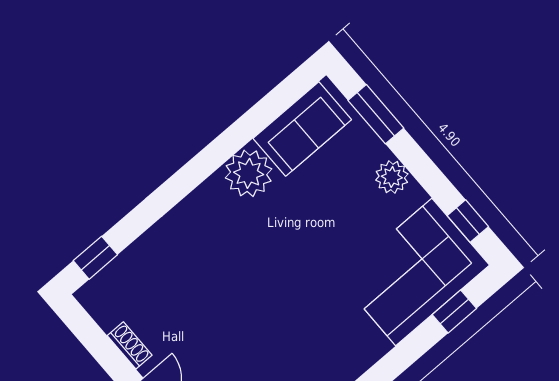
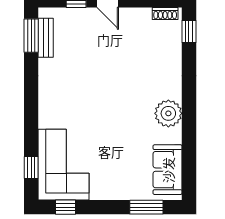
plant: (249, 173) -> (168, 113), moved
plant: (392, 177) -> (113, 191), removed
shoe rack: (130, 345) -> (165, 14), moved

